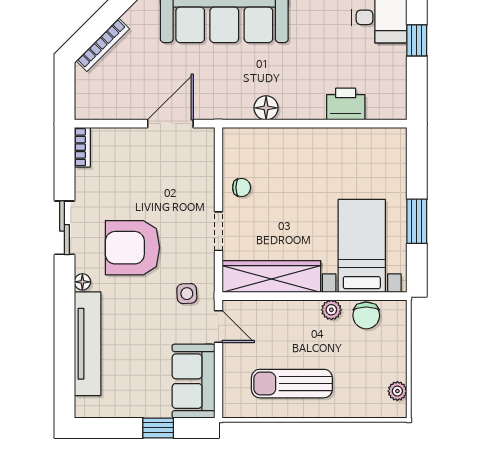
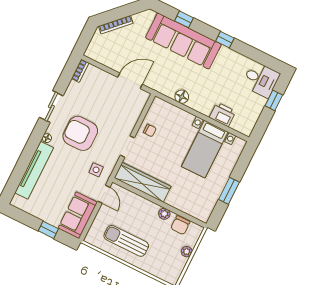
bed with nightstands: (362, 246) -> (205, 149), moved, turned 180
plant: (397, 391) -> (187, 252), moved

